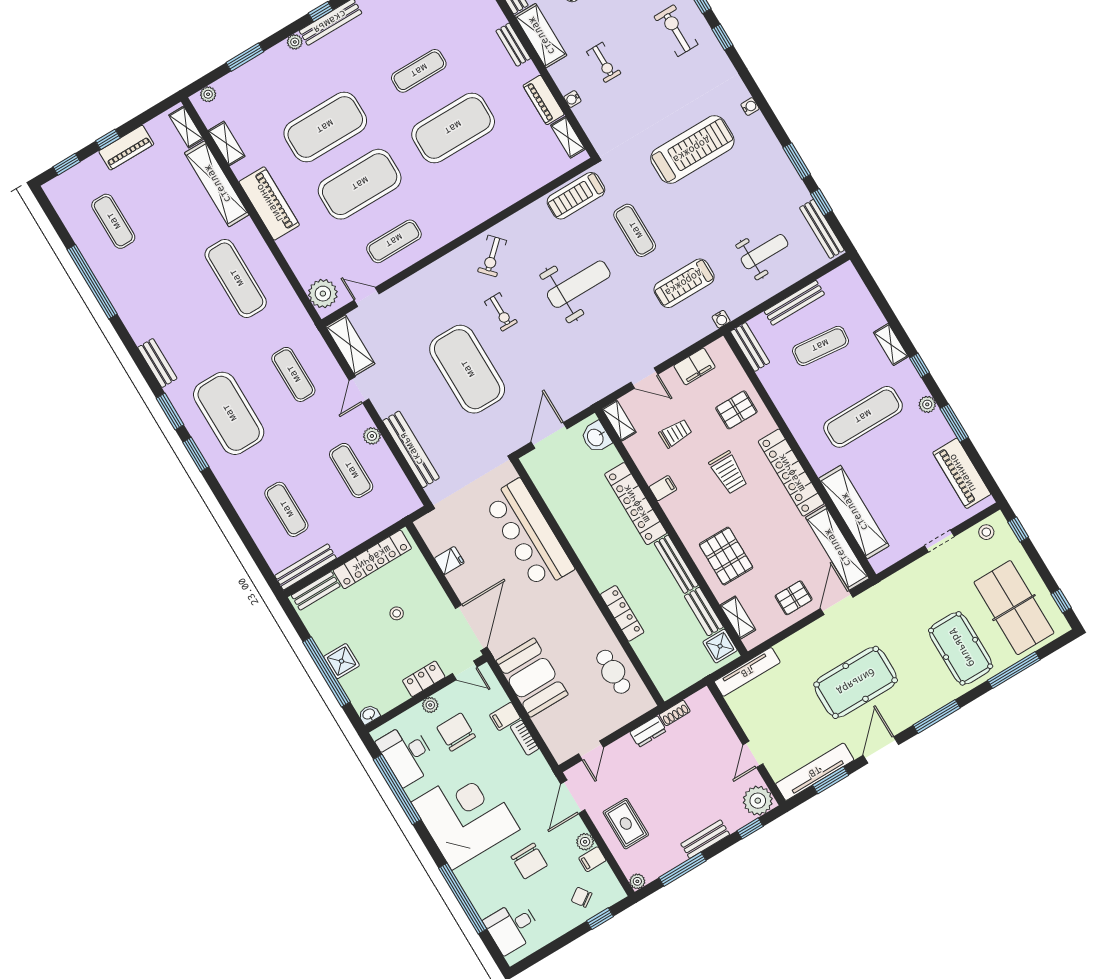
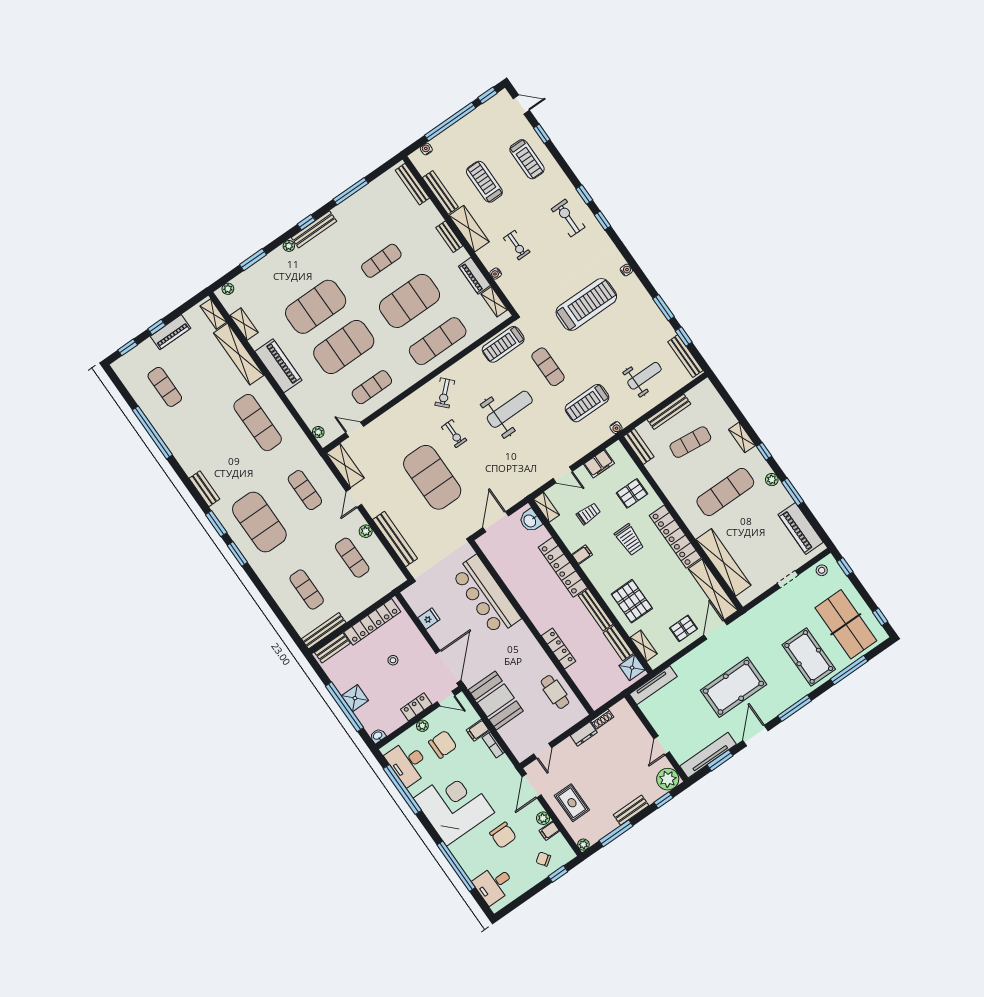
exercise mat: (487, 185) -> (438, 341), added
plant: (323, 294) -> (318, 432), width x0.53, depth x0.53
chair: (456, 732) -> (443, 744), turned 90

